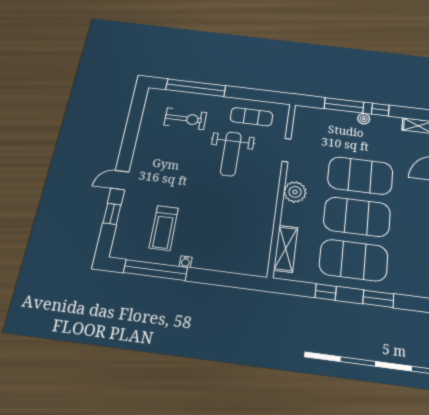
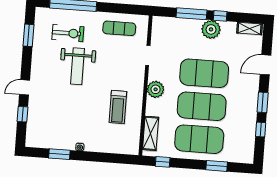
window: (135, 119) -> (28, 35), added
plant: (364, 119) -> (211, 29), width x1.87, depth x1.87
weight bench: (231, 154) -> (77, 66), moved
treadmill: (164, 228) -> (118, 107), moved
window: (156, 270) -> (59, 154), width x0.47
window: (326, 292) -> (163, 162), moved

